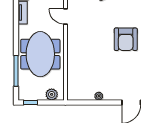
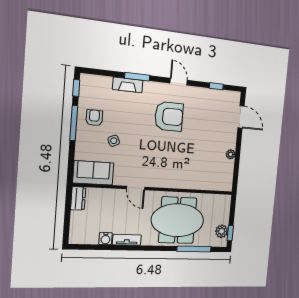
door: (65, 16) -> (136, 188), hinge flipped
plant: (52, 94) -> (222, 231), moved

